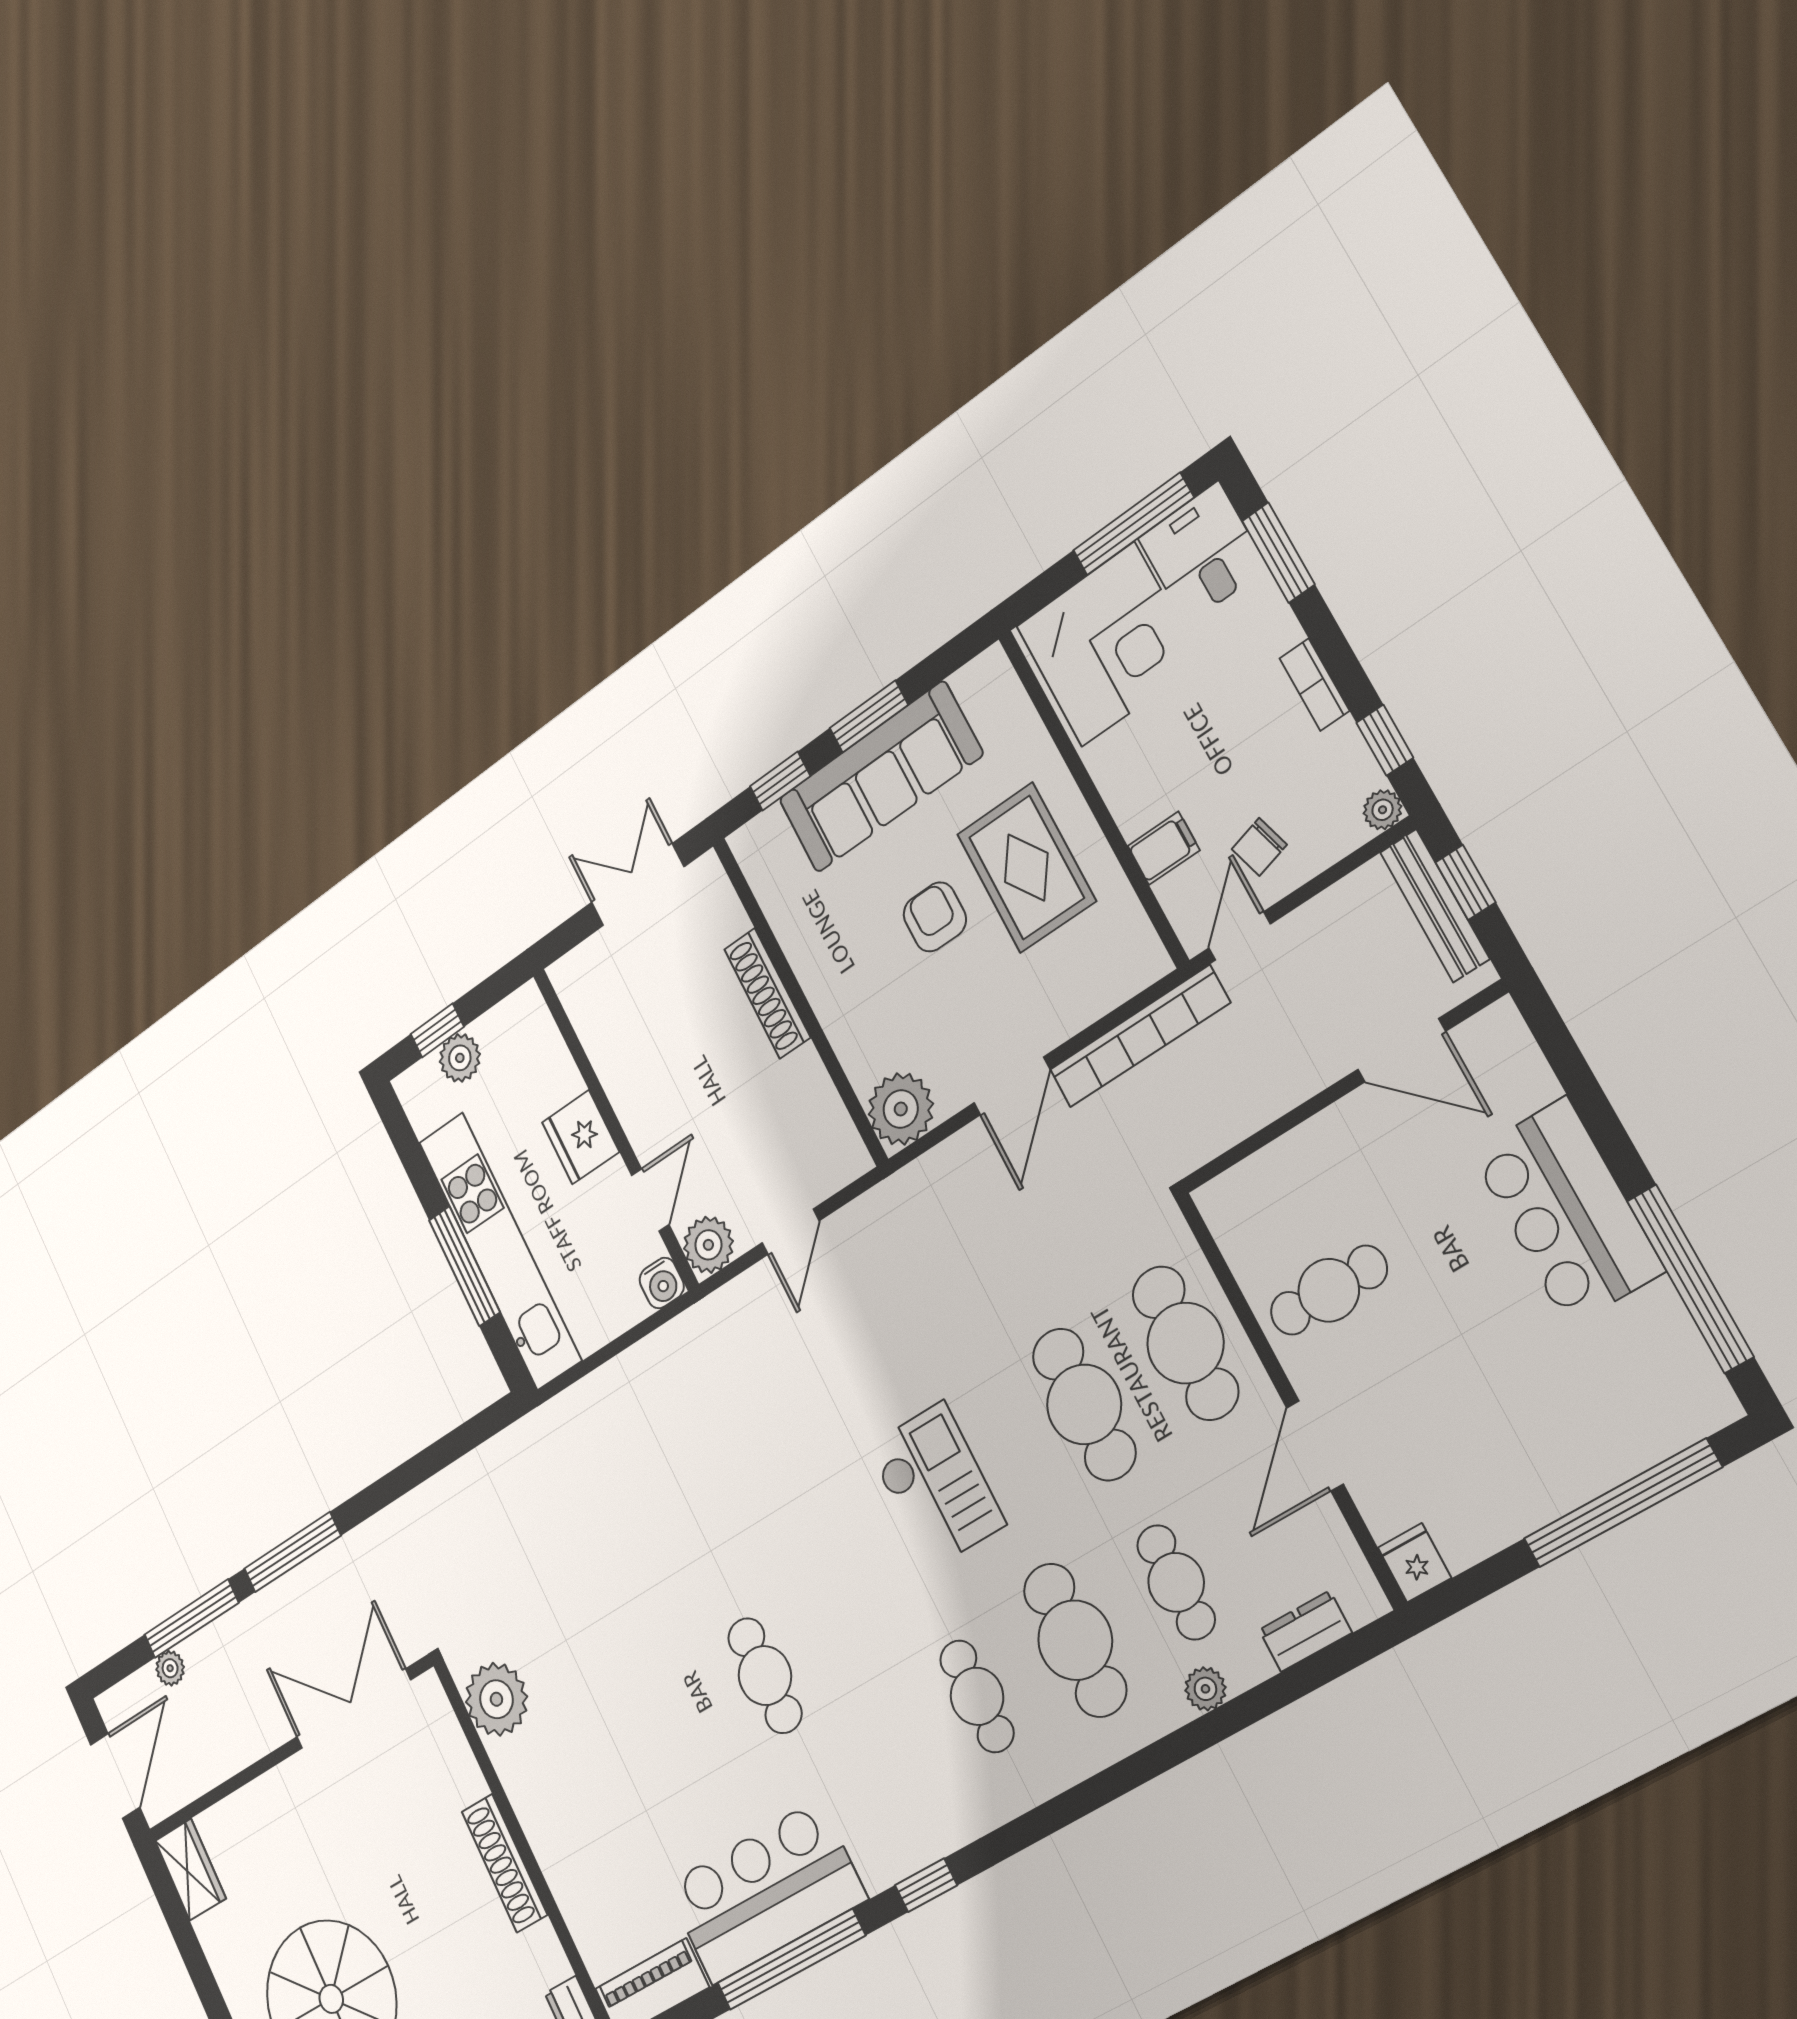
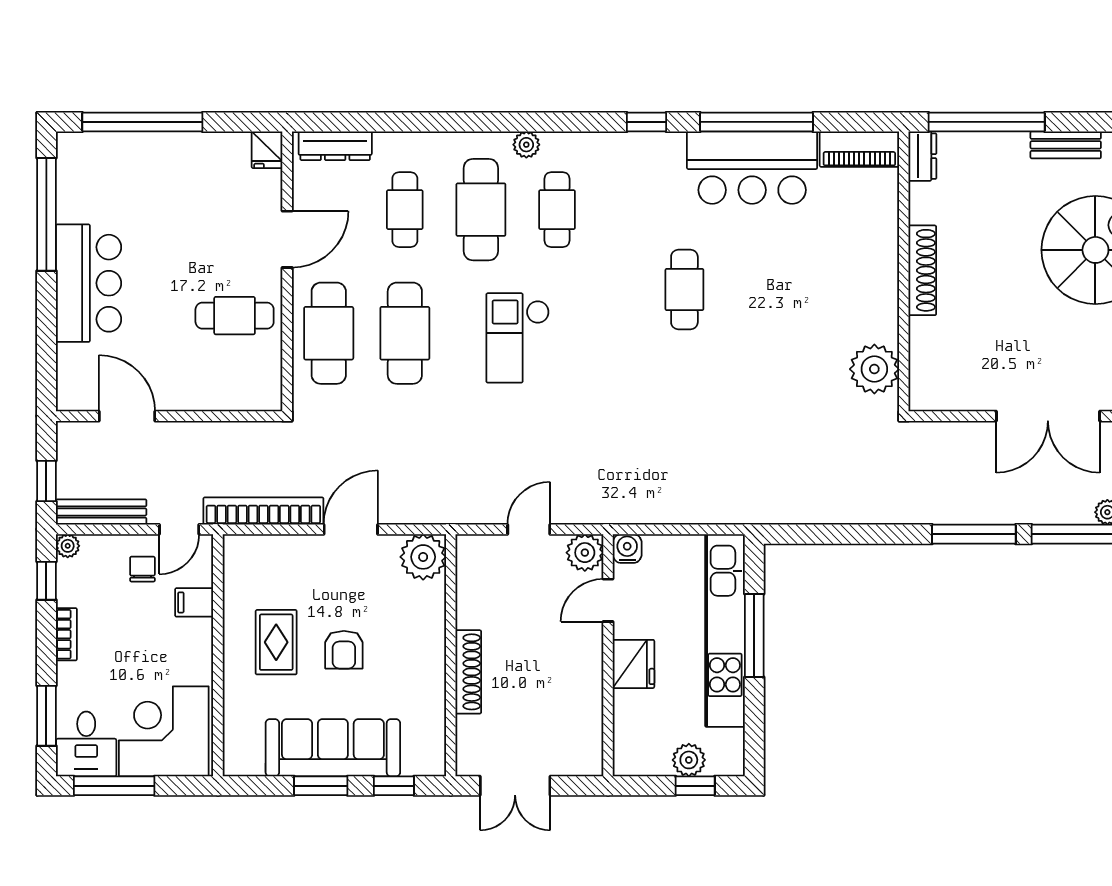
chair: (1259, 847) -> (142, 569), turned -74
rug: (1026, 868) -> (276, 642), width x0.73, depth x0.70
bench: (1435, 905) -> (101, 512), moved, turned 90
dresser: (1305, 1631) -> (335, 146), width x1.44
plant: (1205, 1689) -> (526, 145), moved
double door: (353, 1709) -> (1048, 416), moved

